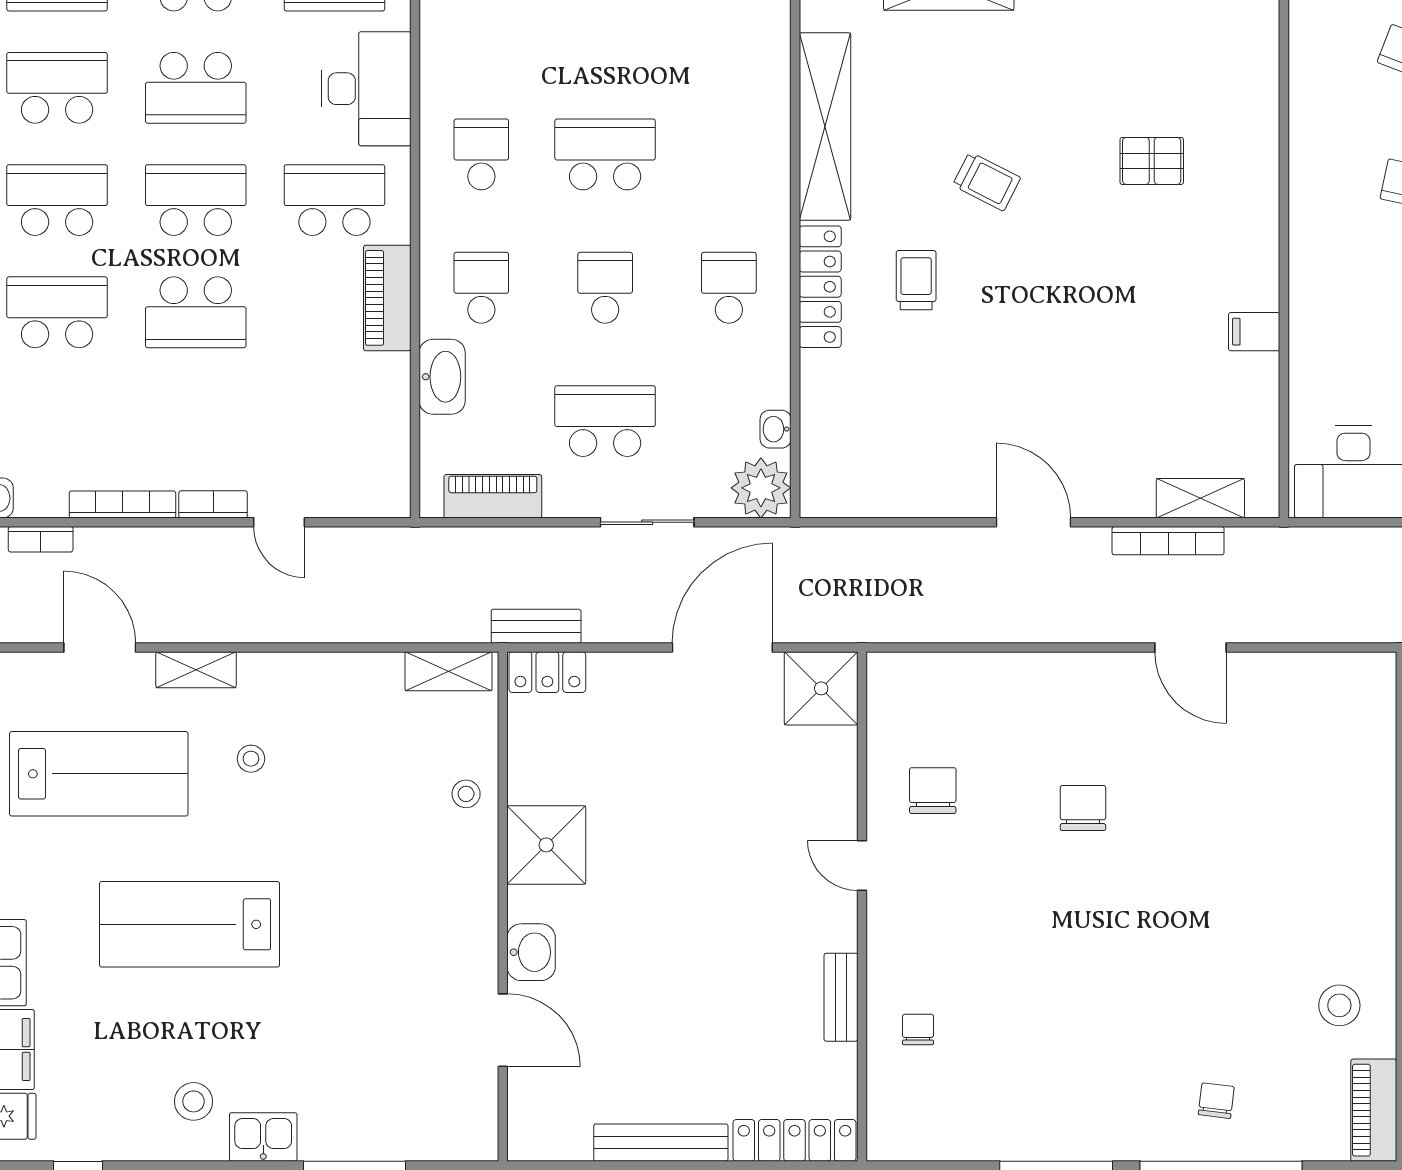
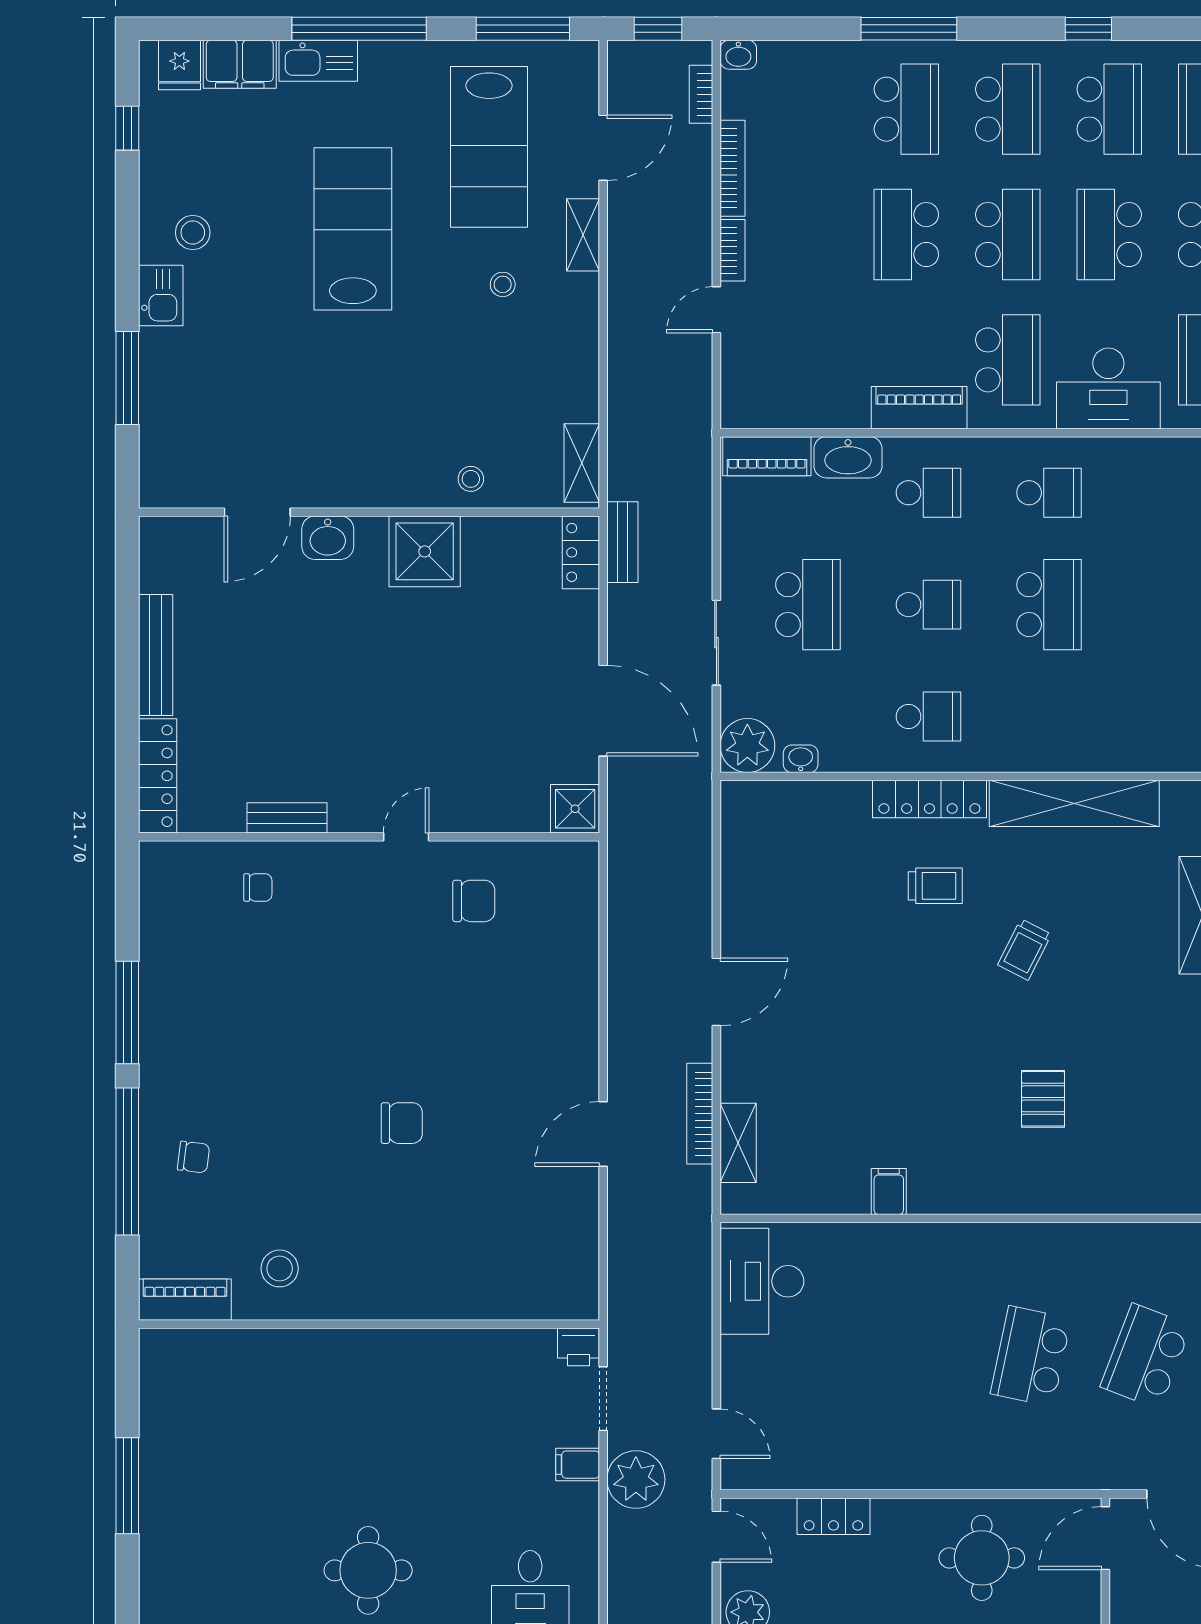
piano: (493, 496) -> (767, 456), moved, turned 90
shower: (821, 688) -> (575, 809), width x0.73, depth x0.73
chair: (1083, 808) -> (402, 1123), moved

